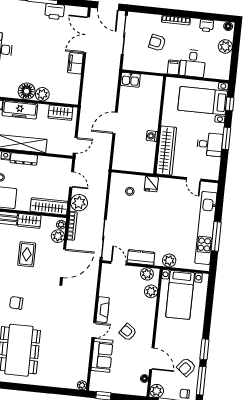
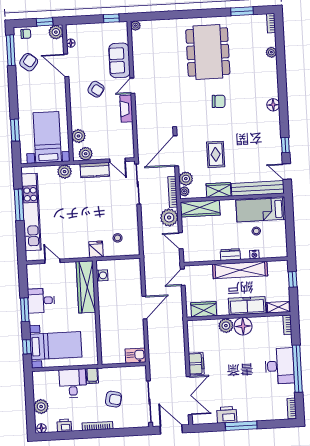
washing machine: (152, 136) -> (102, 275), moved
dresser: (24, 159) -> (230, 255), width x0.70
window: (204, 349) -> (15, 130), moved

